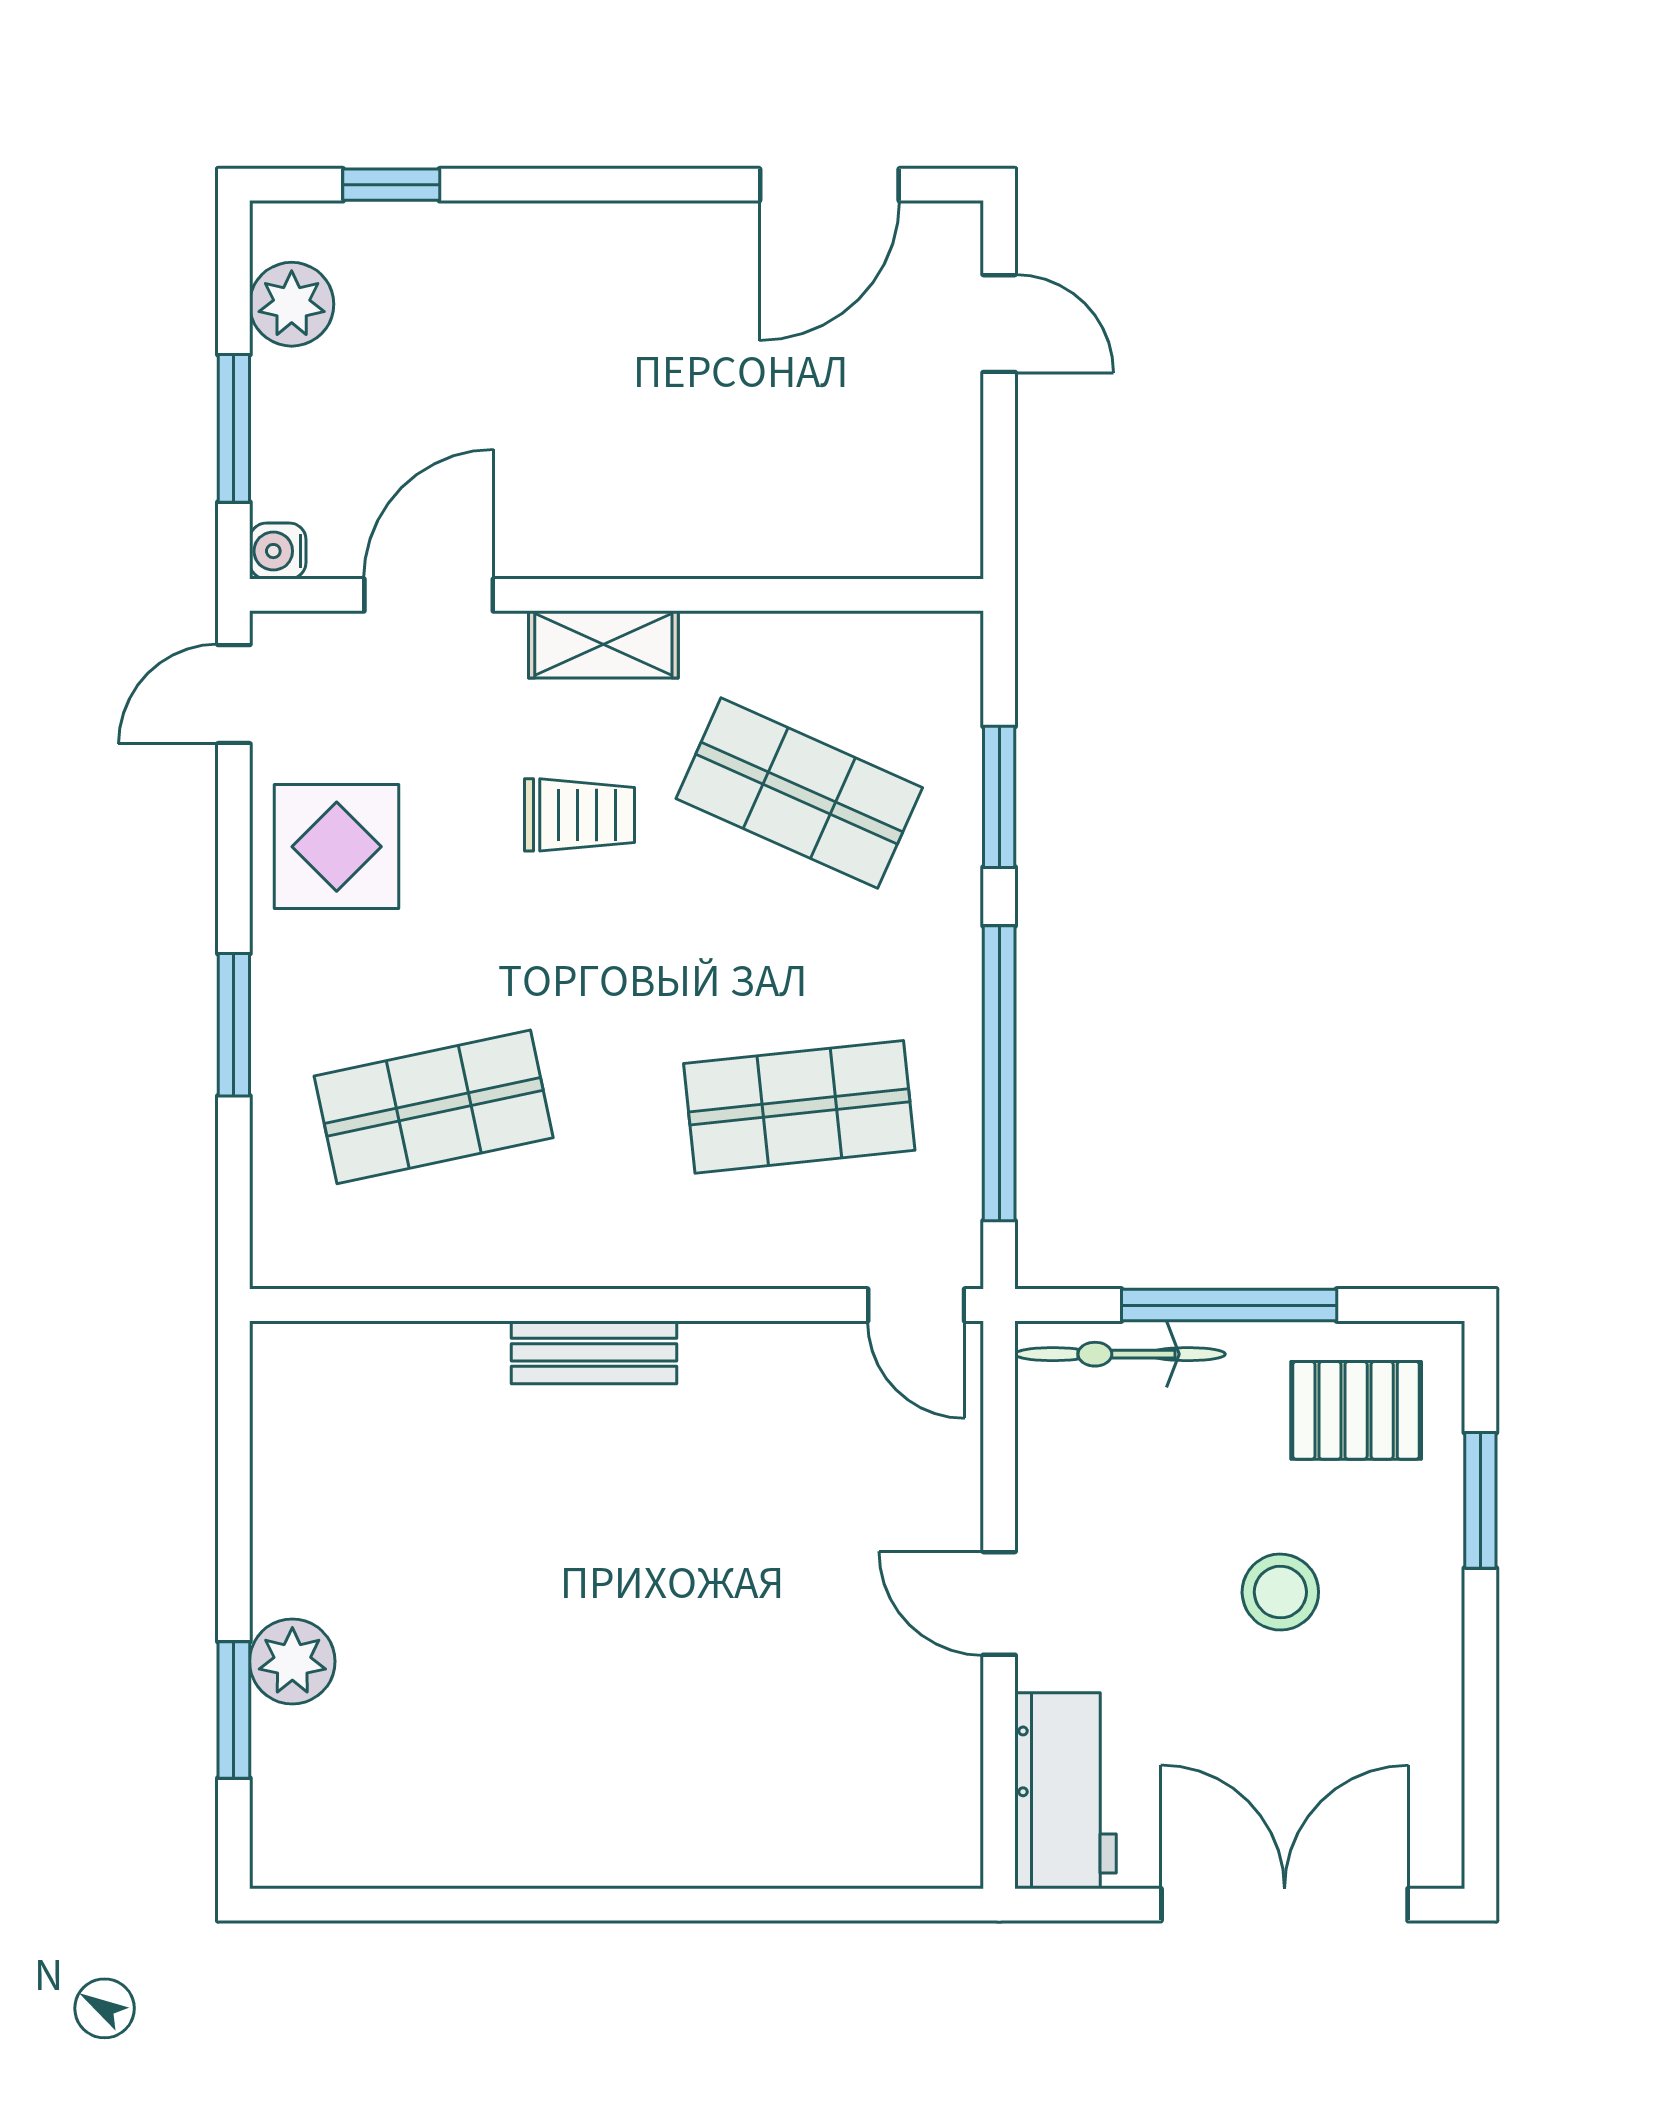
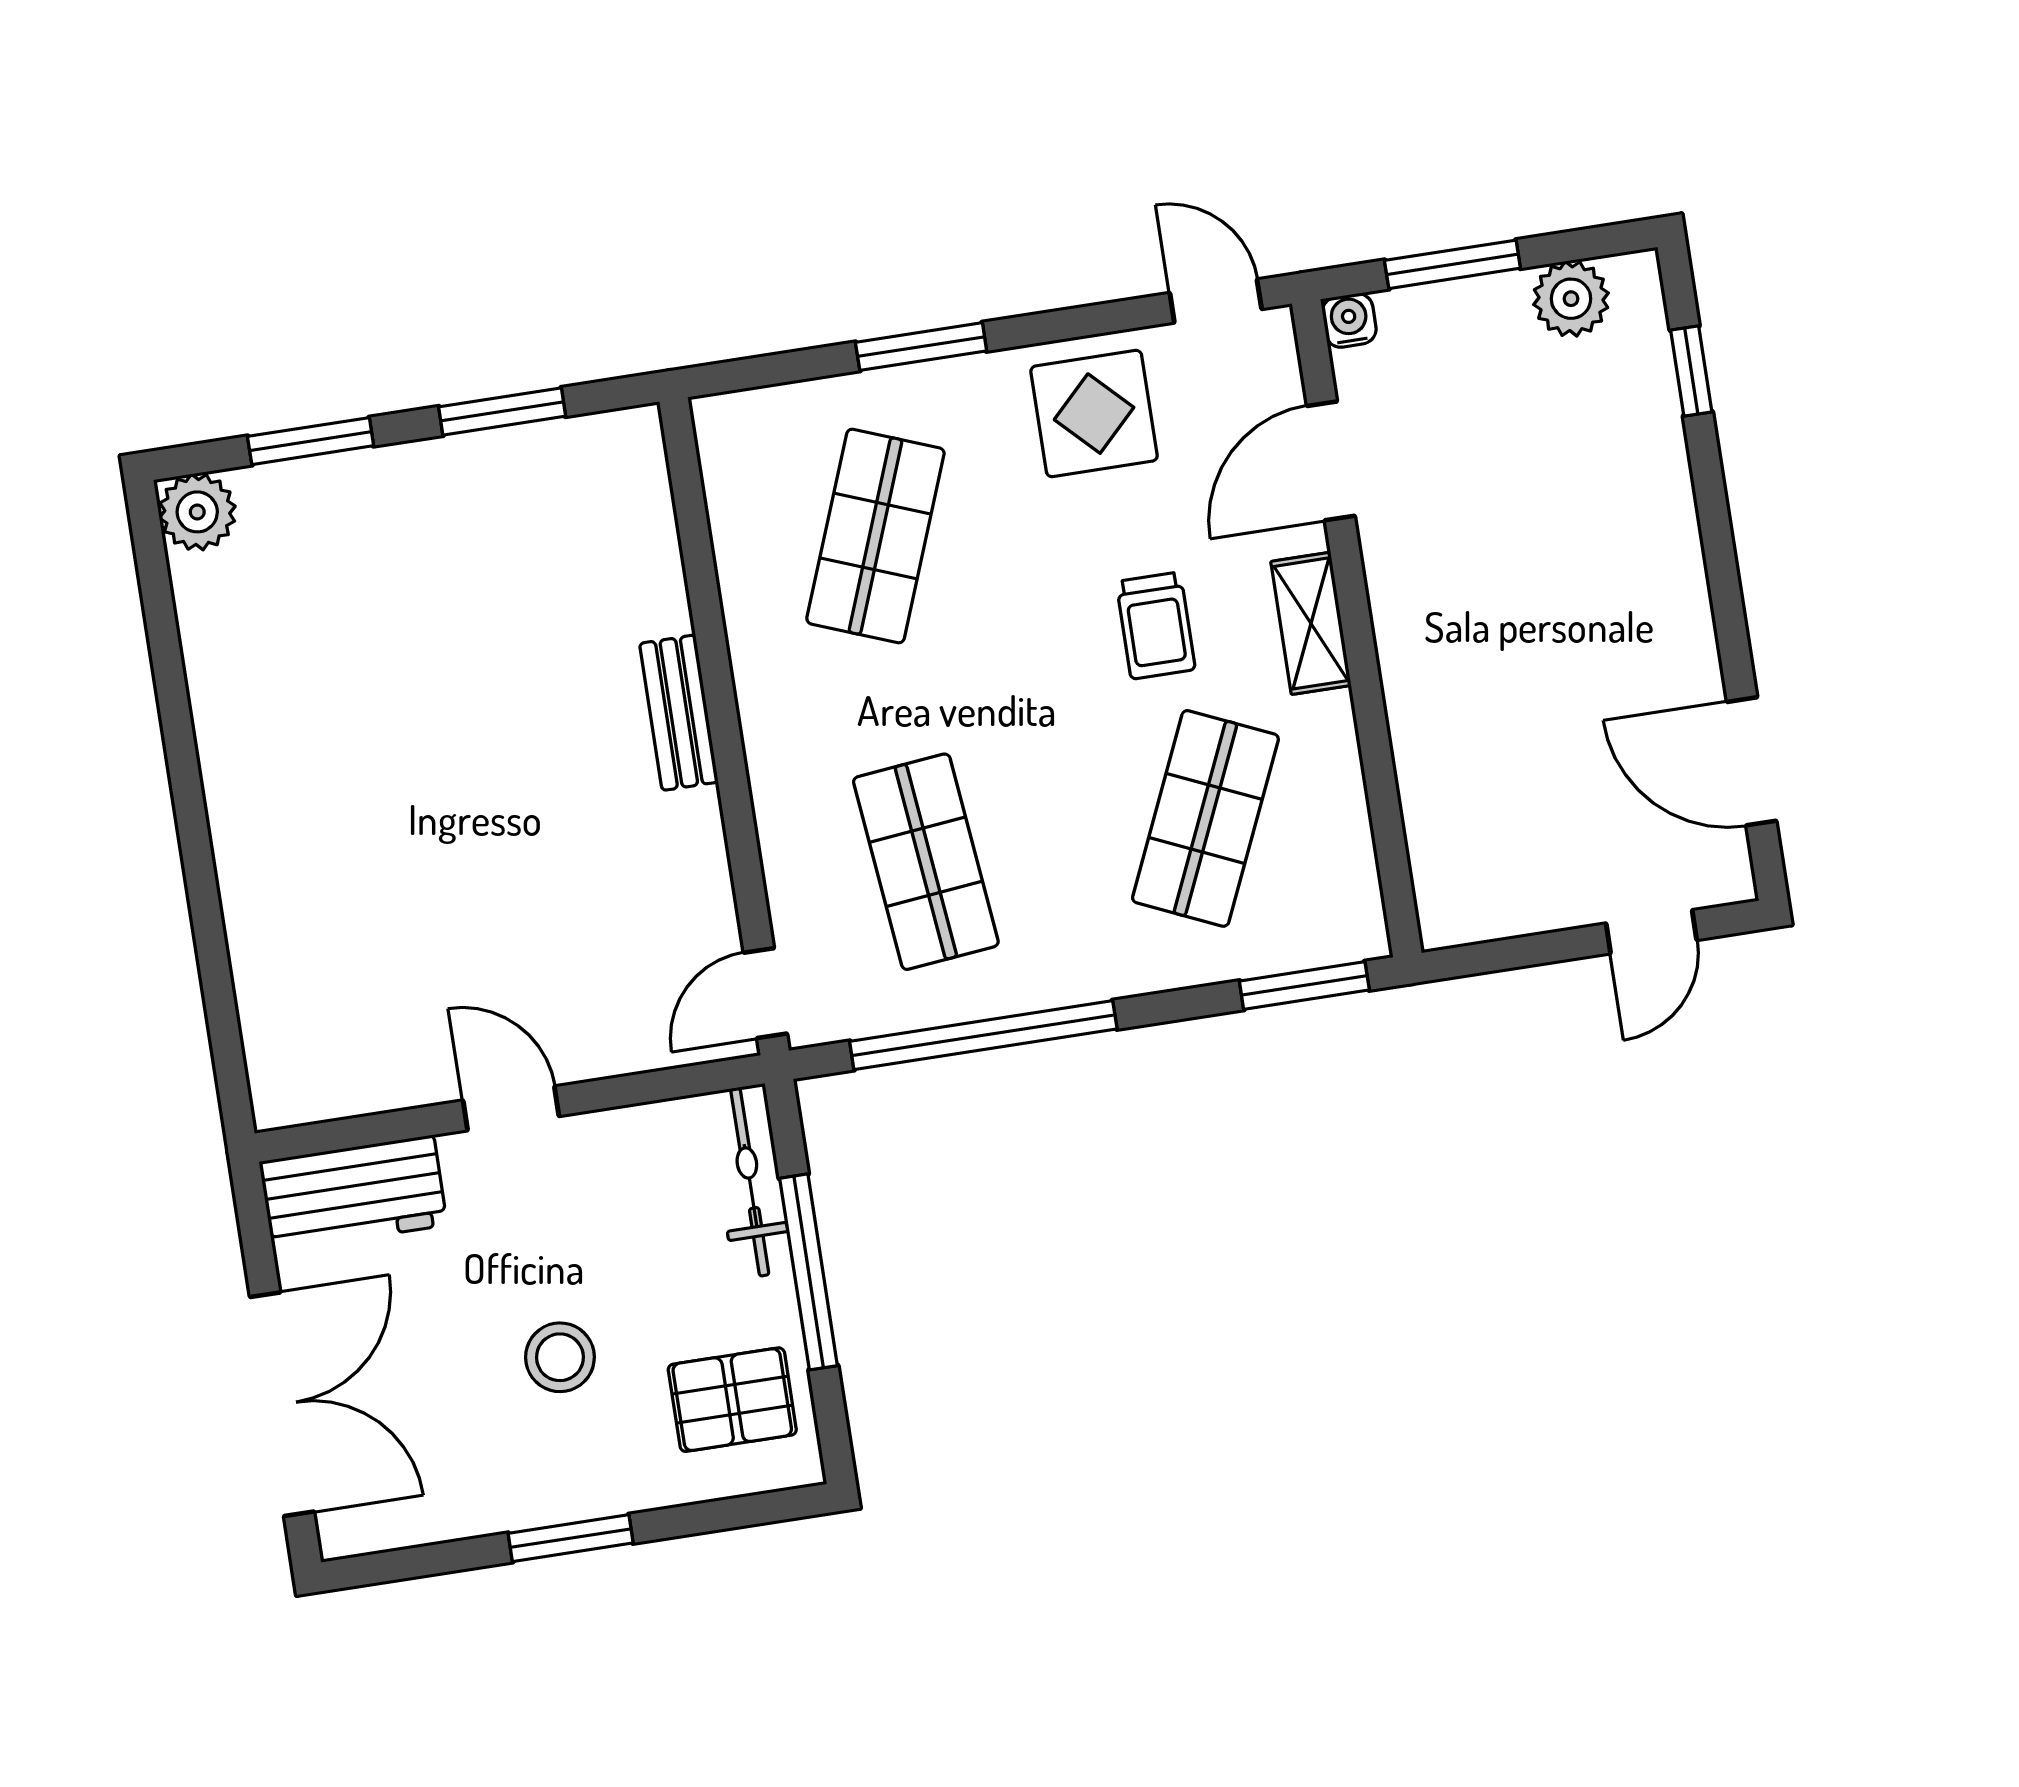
door: (429, 595) -> (1331, 461), swing flipped
window: (999, 797) -> (1304, 985), moved
shop shelf: (434, 1107) -> (875, 536), turned 33
pallet: (1356, 1410) -> (732, 1400), turned 90
window: (234, 1495) -> (502, 411), added
window: (1480, 1500) -> (571, 1538), moved
door: (999, 1603) -> (511, 1108), hinge flipped
plant: (292, 1661) -> (197, 512), moved

